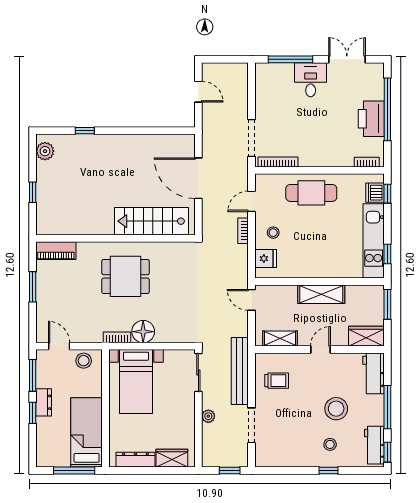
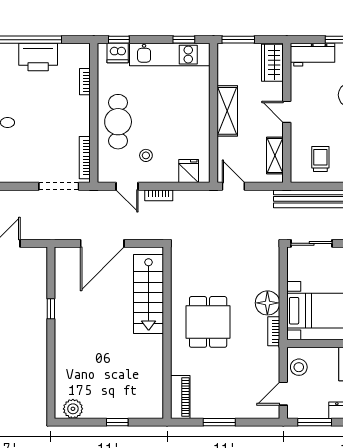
window: (85, 131) -> (51, 309), moved
bookcase: (367, 162) -> (85, 82), moved
stool: (273, 233) -> (146, 155), moved
door: (251, 300) -> (233, 186), swing flipped

